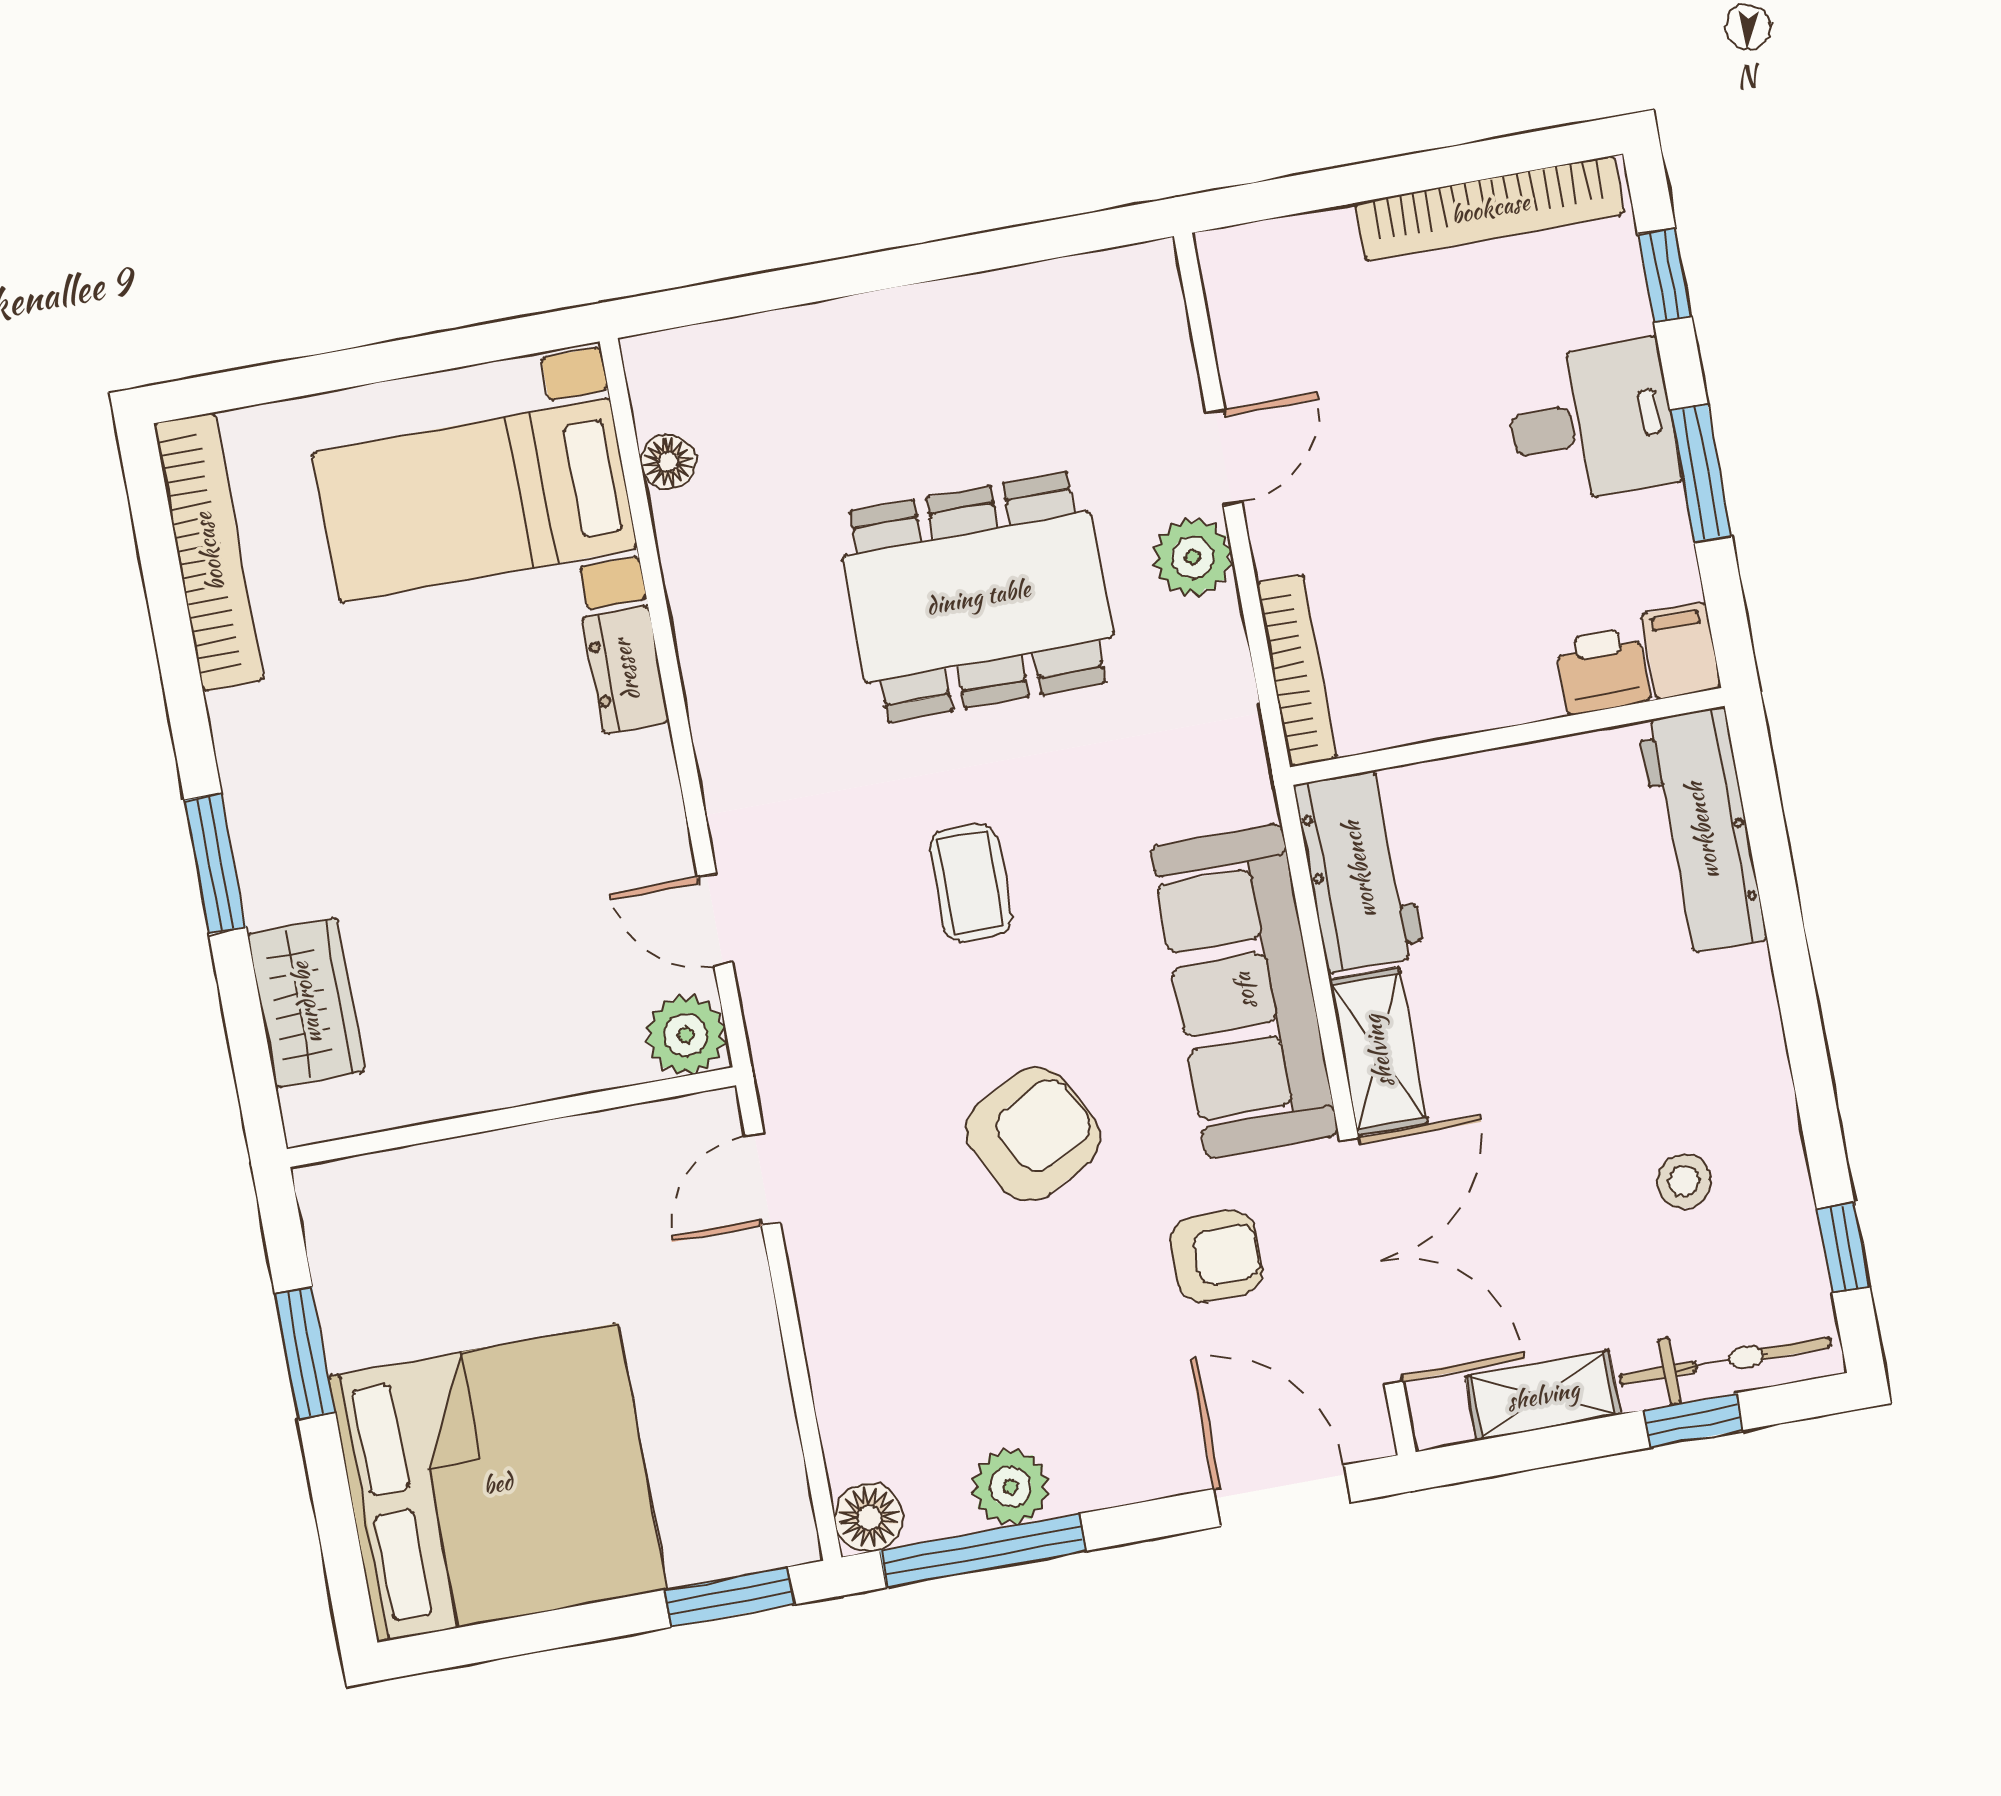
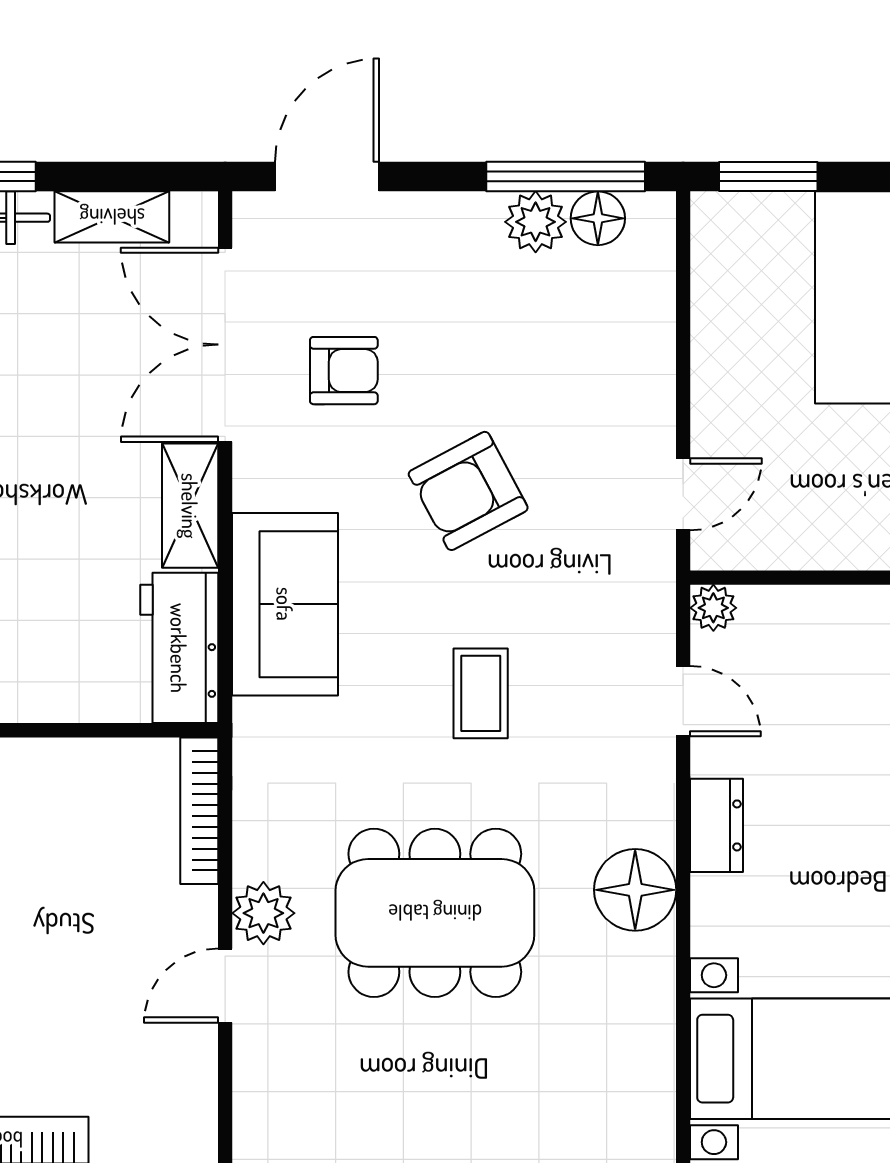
floor lamp: (668, 462) -> (635, 890), moved, width x1.89, depth x1.89
dresser: (626, 670) -> (716, 825), moved
sofa: (1244, 991) -> (285, 604), width x0.73
plant: (686, 1035) -> (713, 608), width x0.73, depth x0.73
armchair: (1217, 1256) -> (344, 371), turned 180
door: (1282, 1496) -> (327, 177), swing flipped
floor lamp: (869, 1517) -> (598, 218), moved

